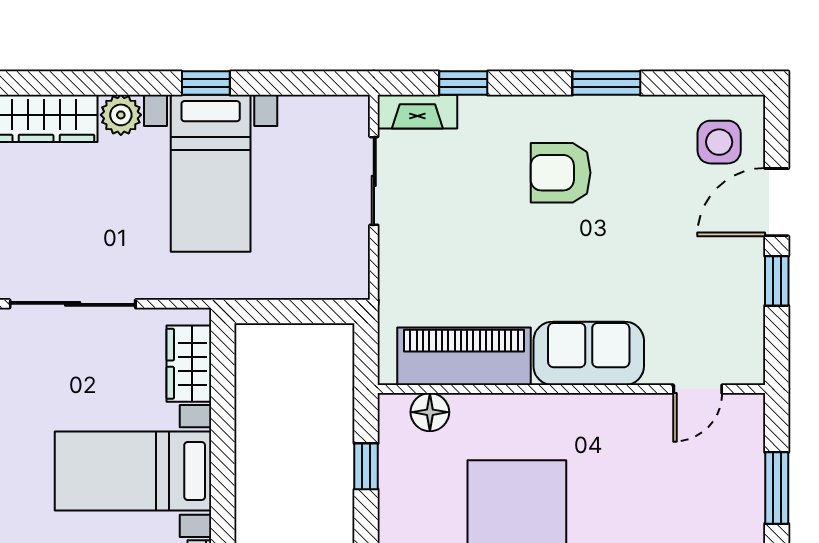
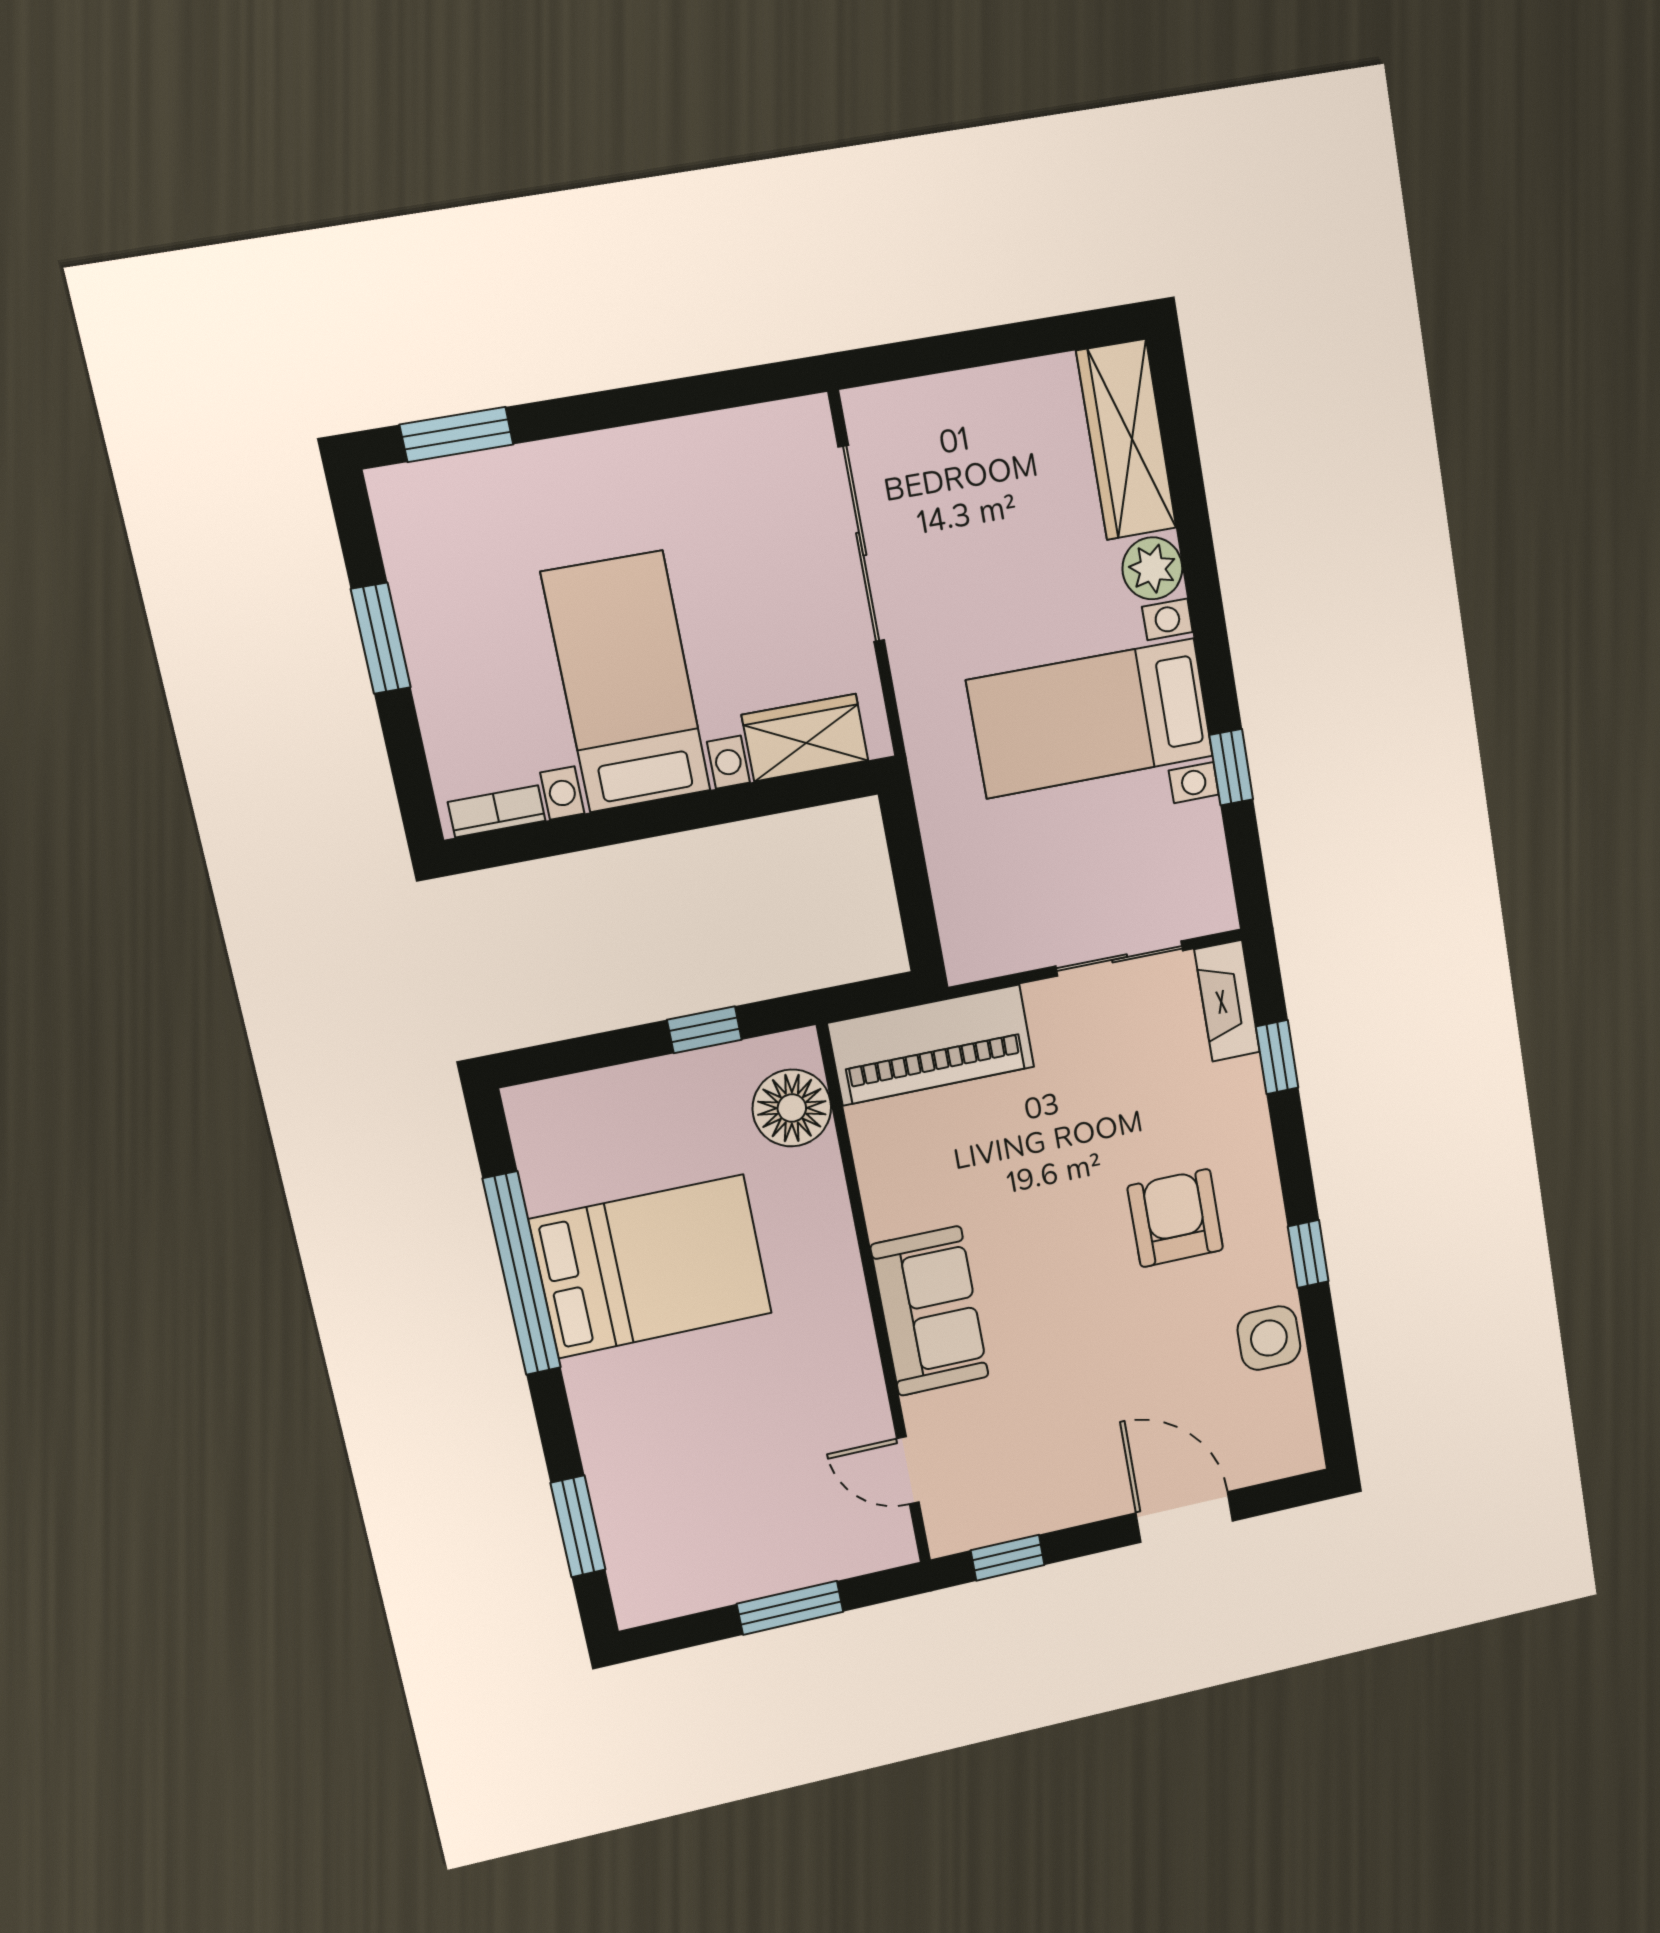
window: (206, 83) -> (1231, 767), moved
window: (606, 83) -> (1308, 1254), width x0.67
side table: (719, 142) -> (1269, 1338), moved
window: (777, 281) -> (1008, 1558), moved
piano: (464, 356) -> (931, 1045), moved, turned 90
floor lamp: (430, 412) -> (792, 1108), width x1.38, depth x1.38

